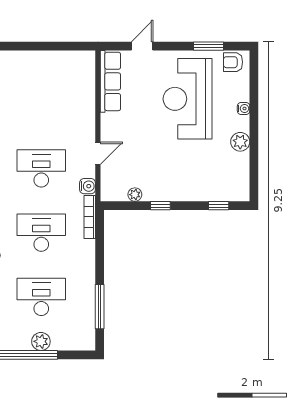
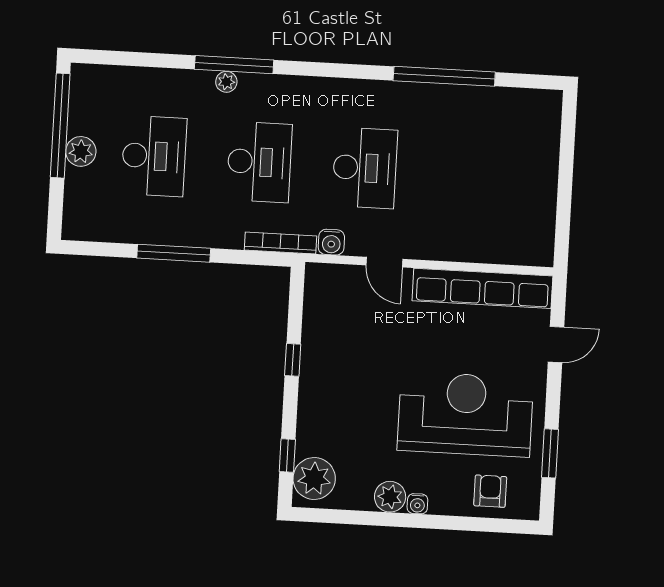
door: (142, 46) -> (556, 345), hinge flipped
armchair: (233, 62) -> (490, 491), moved
row of seats: (110, 81) -> (482, 288), width x1.36
water cooler: (244, 108) -> (417, 504), moved
plant: (135, 195) -> (314, 479), moved, width x1.87, depth x1.87
window: (100, 307) -> (174, 253), moved

